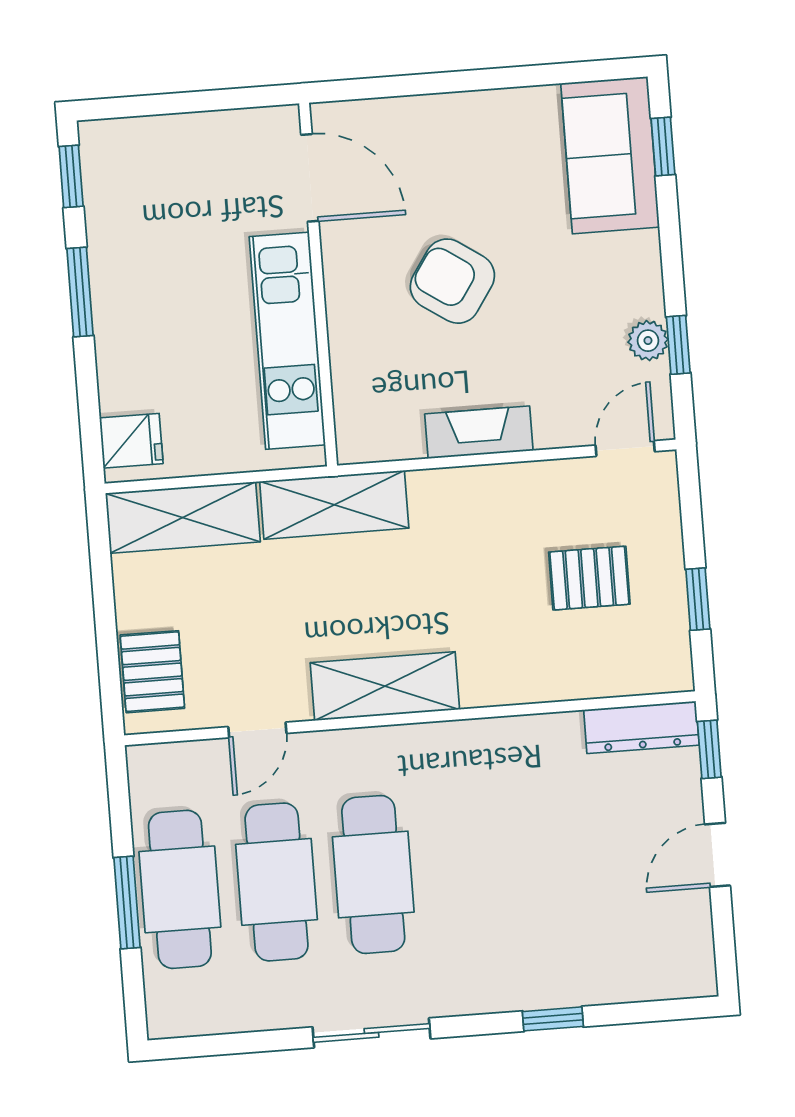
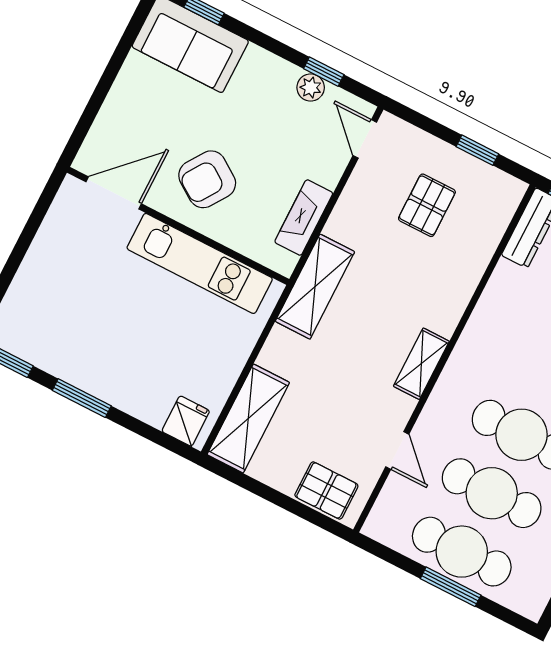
door: (310, 178) -> (114, 193), moved
wall: (318, 285) -> (178, 226), moved
kitchen unit: (287, 341) -> (200, 263), moved
shelving: (334, 505) -> (315, 287), moved
shelving: (385, 686) -> (421, 364), width x0.67, depth x0.75

